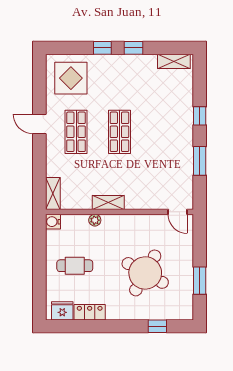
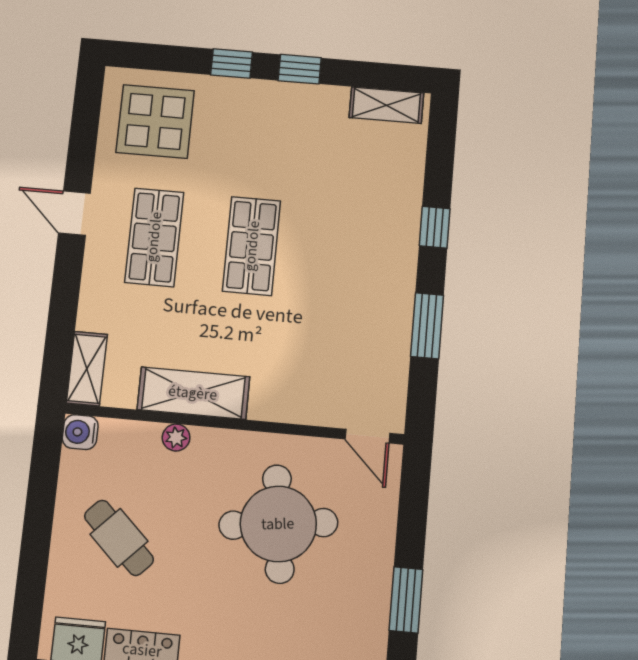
shelving: (108, 202) -> (193, 393), width x1.50, depth x1.33
cafe table: (75, 266) -> (119, 538), turned 44
round table: (145, 273) -> (278, 524), moved, turned -36

